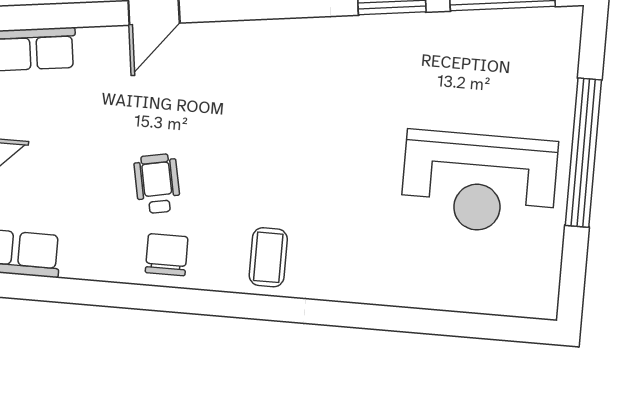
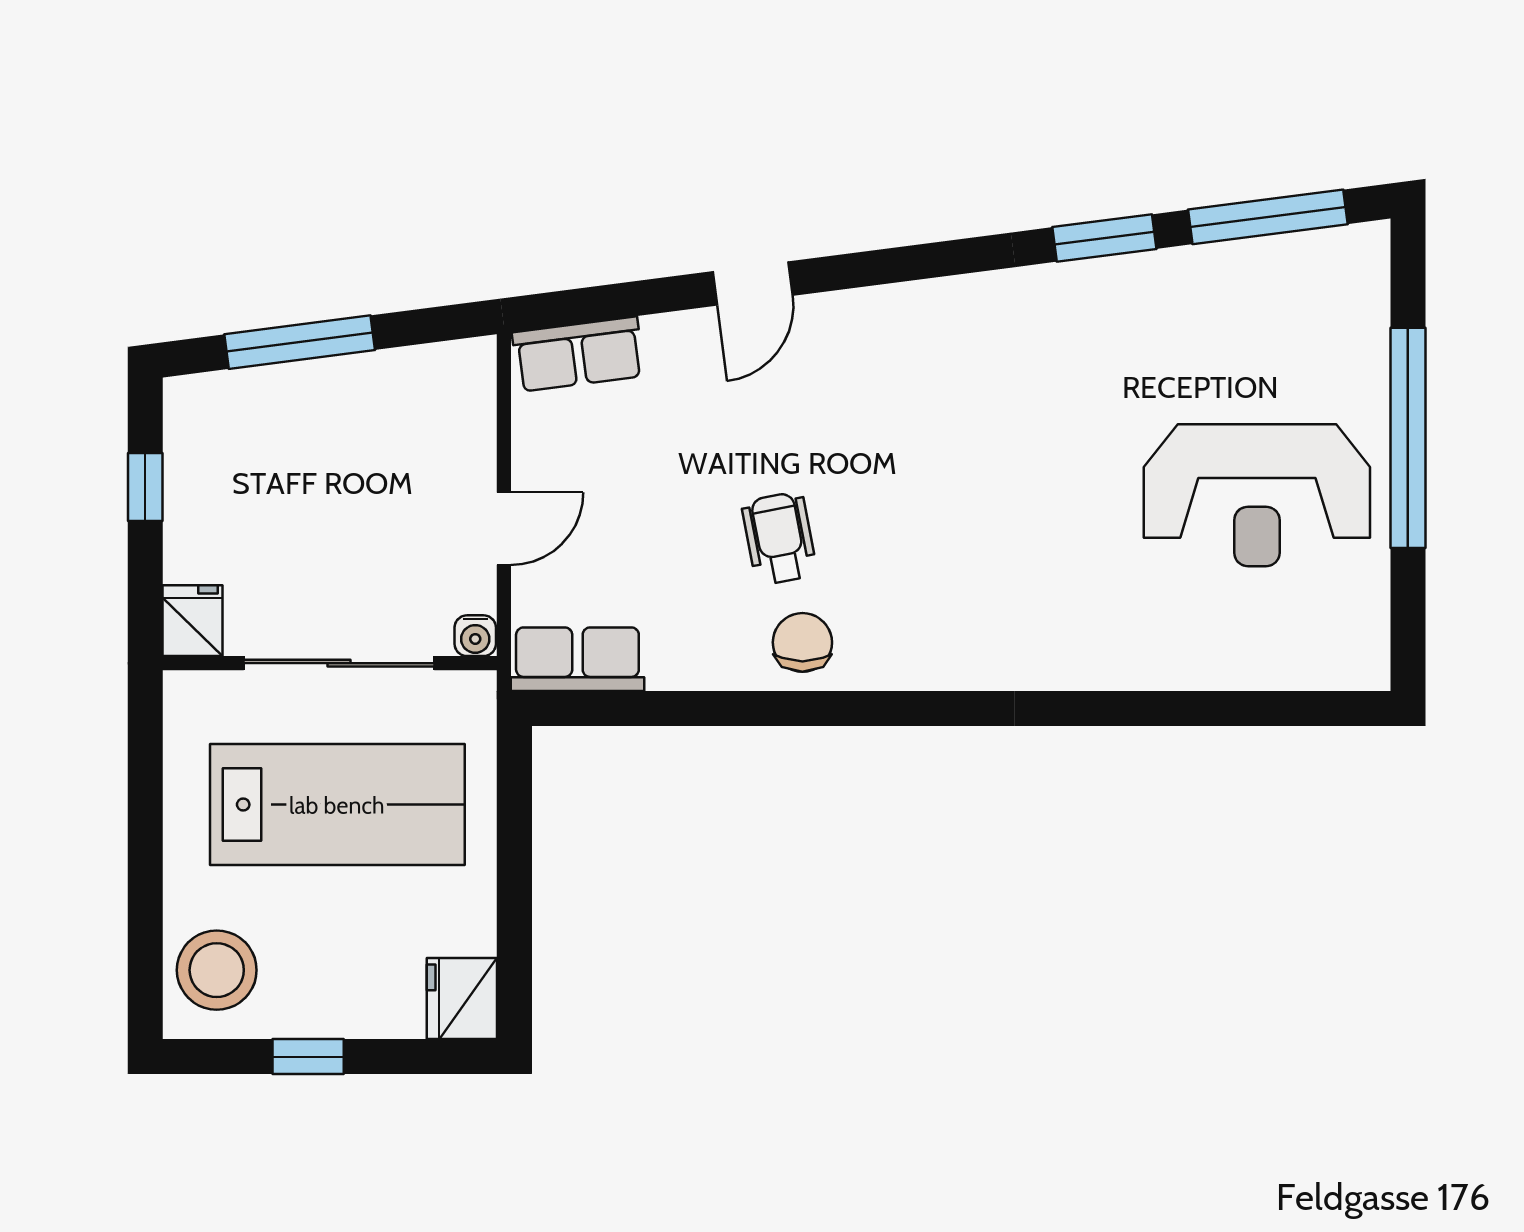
coffee table: (268, 257) -> (954, 633), removed

